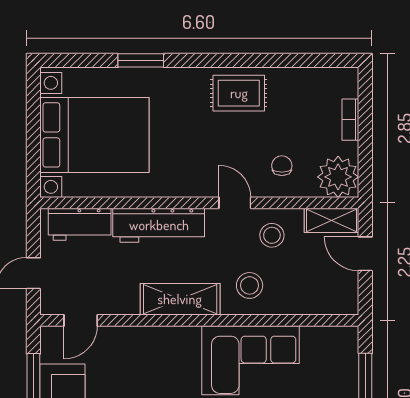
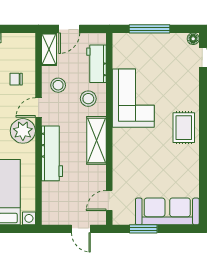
plant: (338, 177) -> (23, 131), moved
workbench: (80, 224) -> (96, 64), moved, turned 180
door: (81, 320) -> (109, 200), swing flipped

